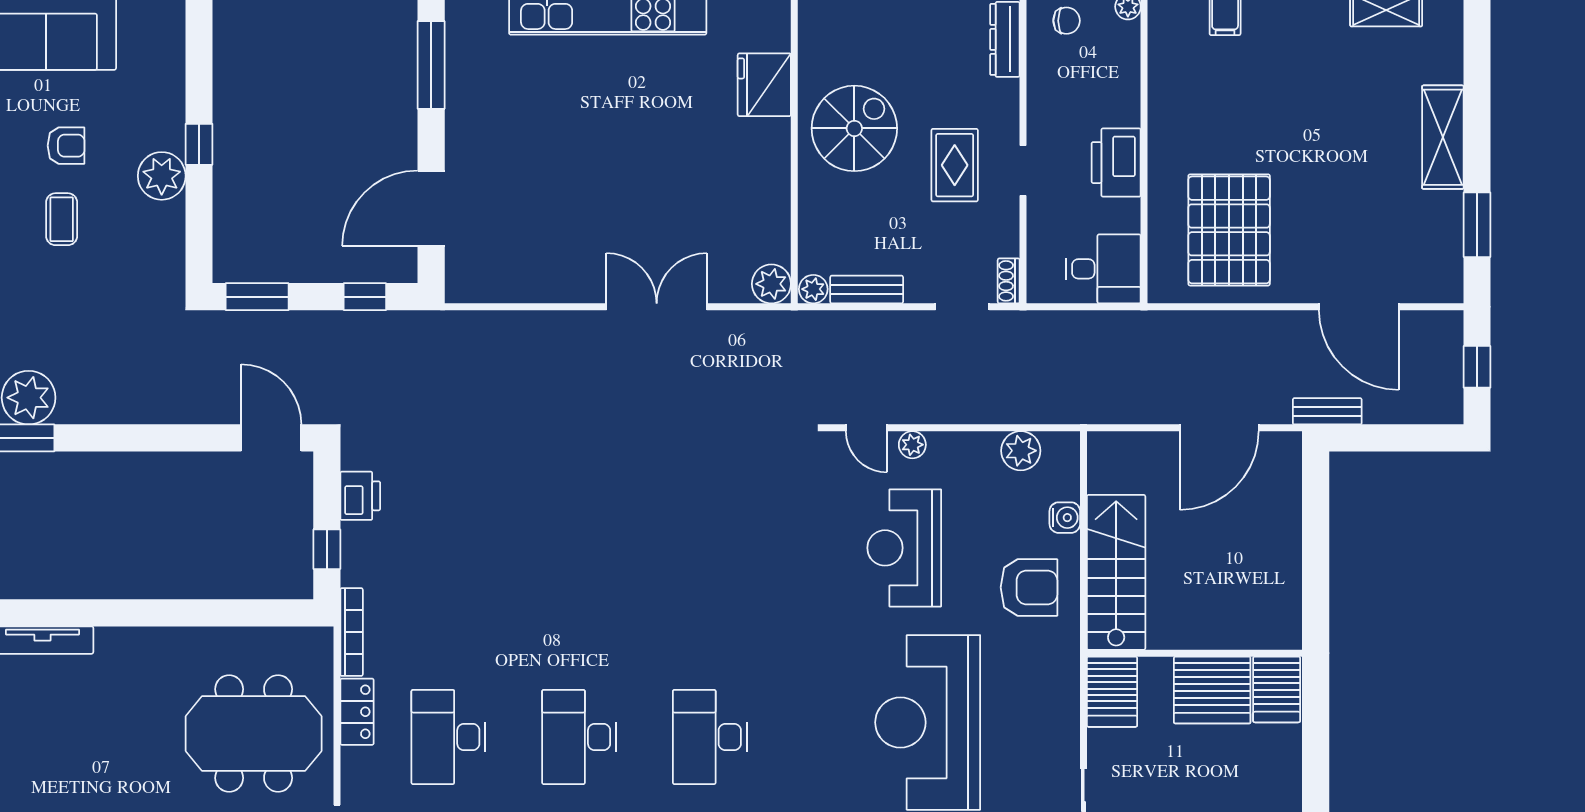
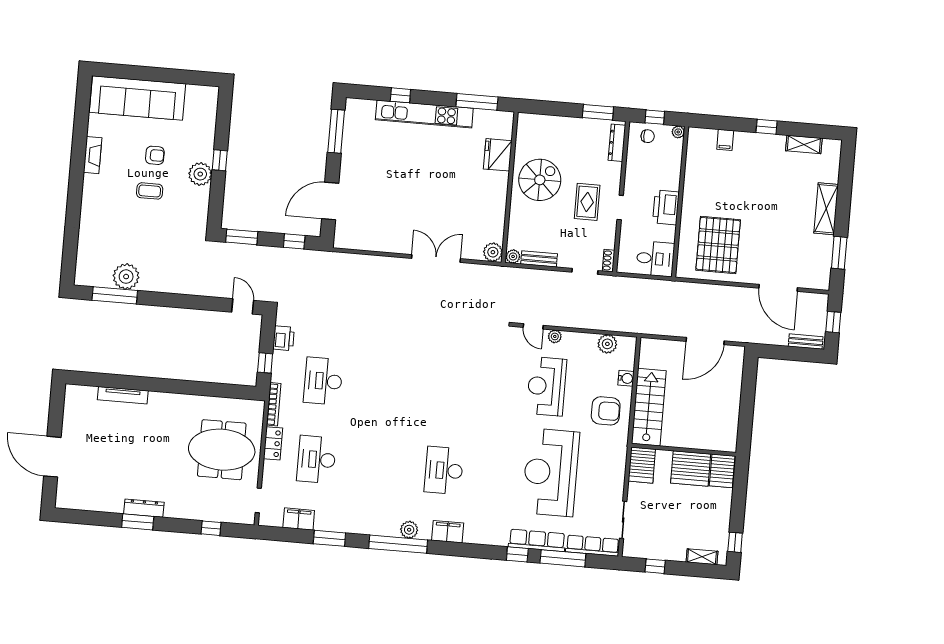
coffee table: (62, 219) -> (150, 191), turned 90
bench: (1327, 411) -> (806, 342), moved
door: (271, 438) -> (243, 306), width x0.73
desk: (579, 737) -> (323, 381), moved

